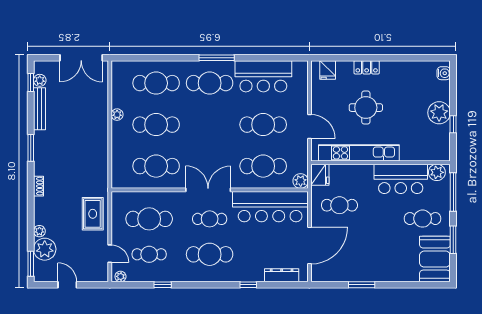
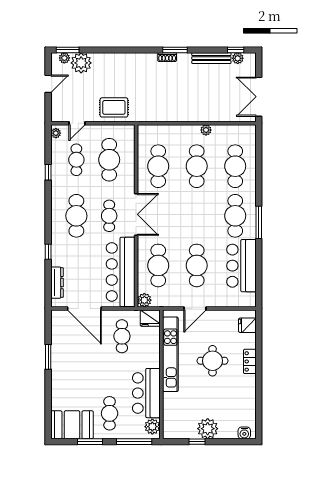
shoe rack: (38, 186) -> (167, 57), moved
plant: (39, 231) -> (64, 58), moved

